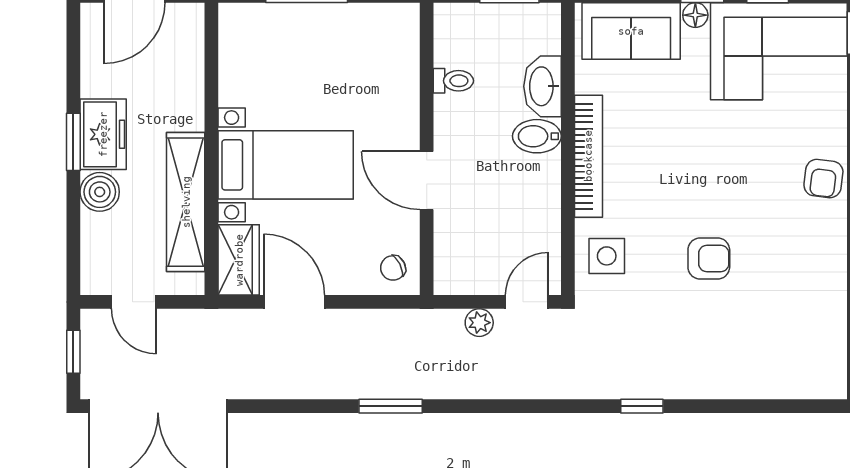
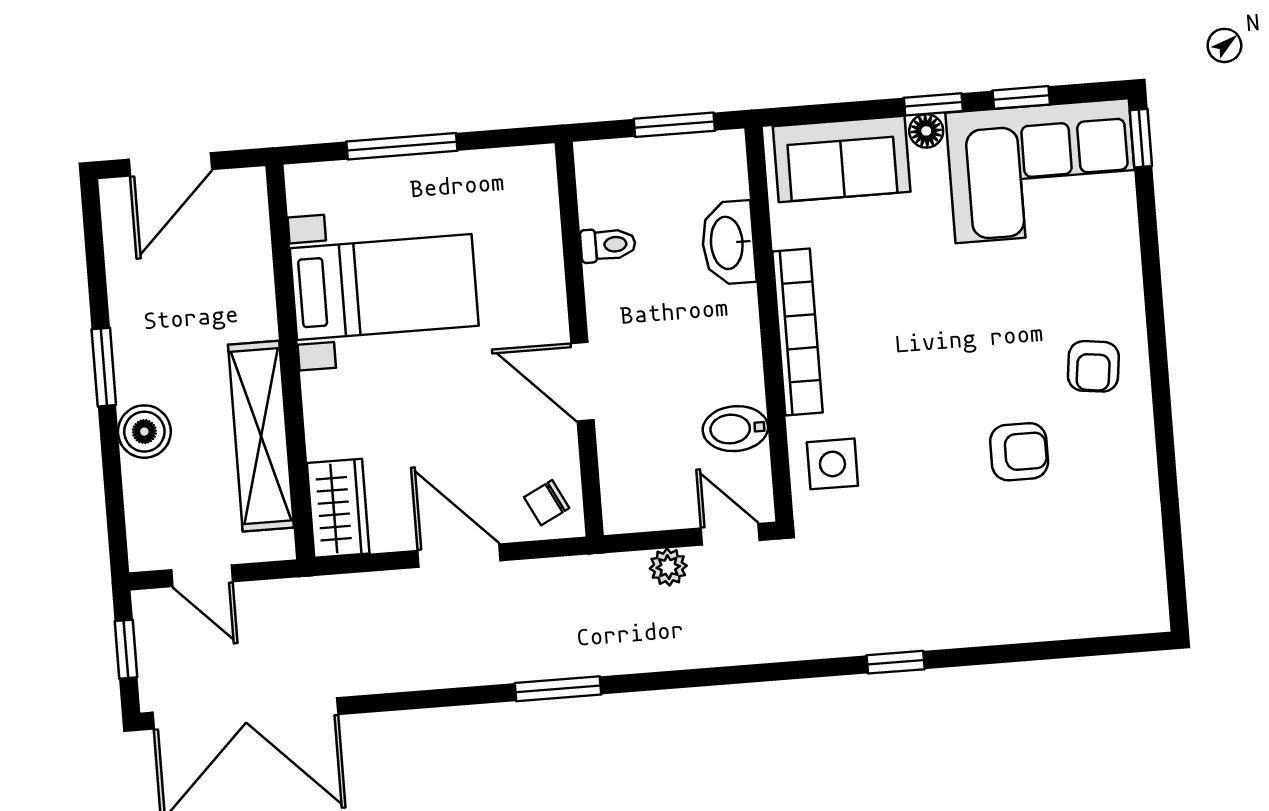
freezer: (103, 134) -> (143, 354), removed
bidet: (537, 136) -> (735, 429), moved
bed with nightstands: (286, 165) -> (384, 287), moved
armchair: (823, 179) -> (1093, 366), moved
armchair: (709, 258) -> (1019, 452), moved
door: (294, 302) -> (459, 556), moved
door: (527, 302) -> (730, 534), hinge flipped

